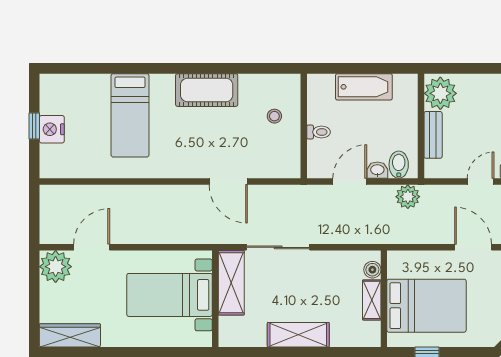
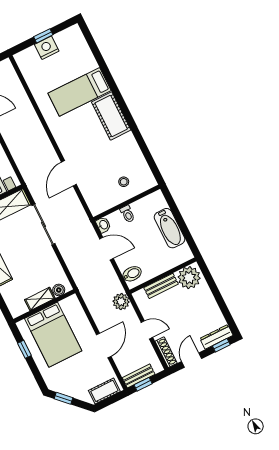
cot: (207, 90) -> (111, 116), moved
washbasin: (377, 170) -> (103, 225), moved
plant: (408, 197) -> (121, 302), moved

